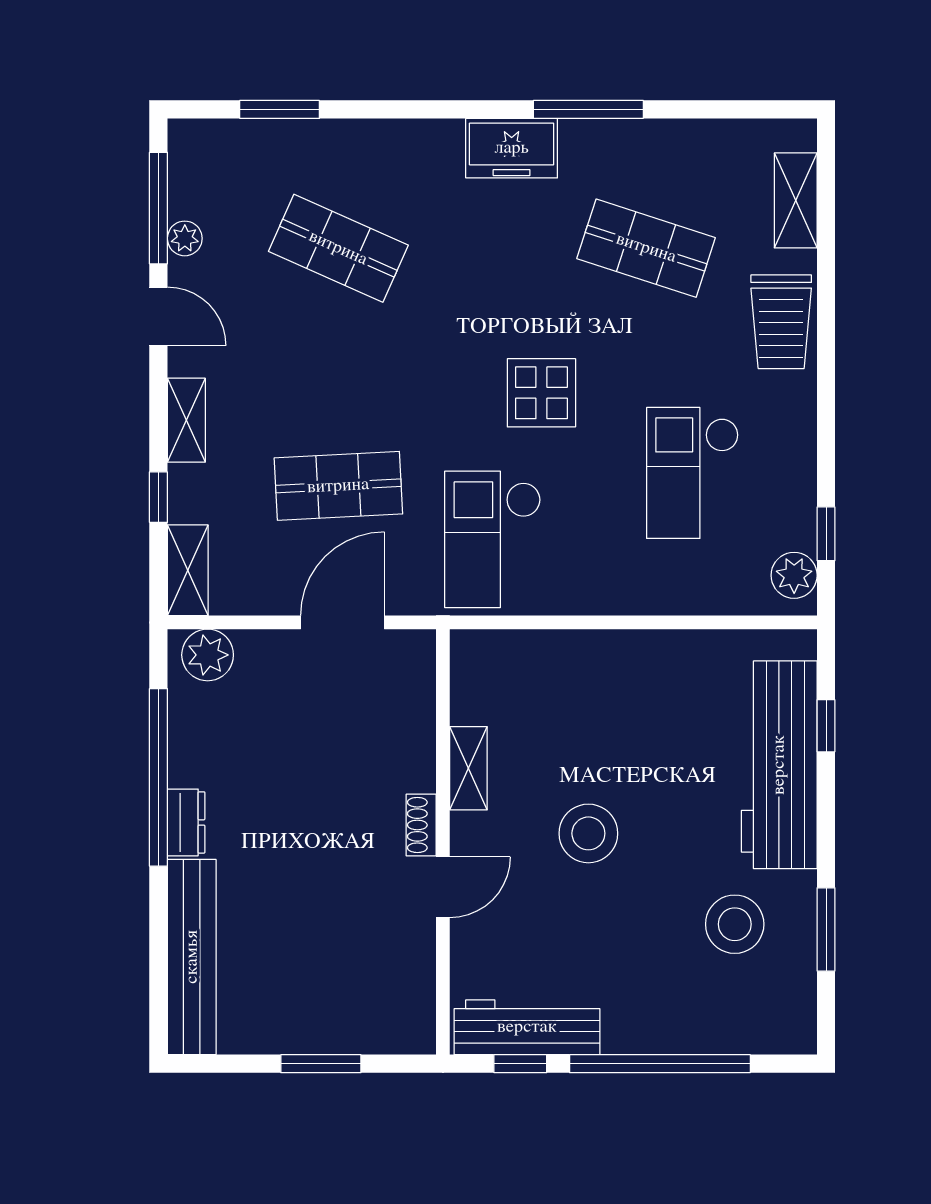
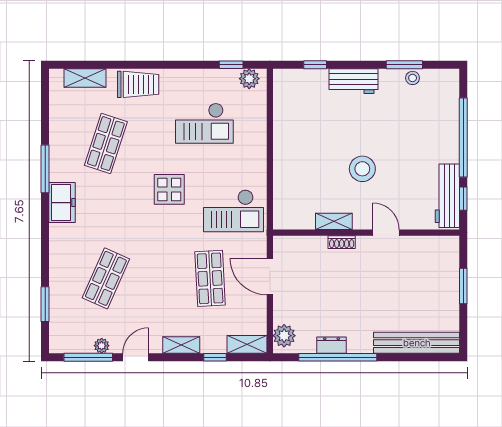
workbench: (779, 765) -> (354, 81), width x0.53, depth x0.76
dresser: (186, 822) -> (332, 345), moved
shoe rack: (421, 825) -> (342, 242), moved
stool: (735, 924) -> (413, 78), moved, width x0.53, depth x0.53

